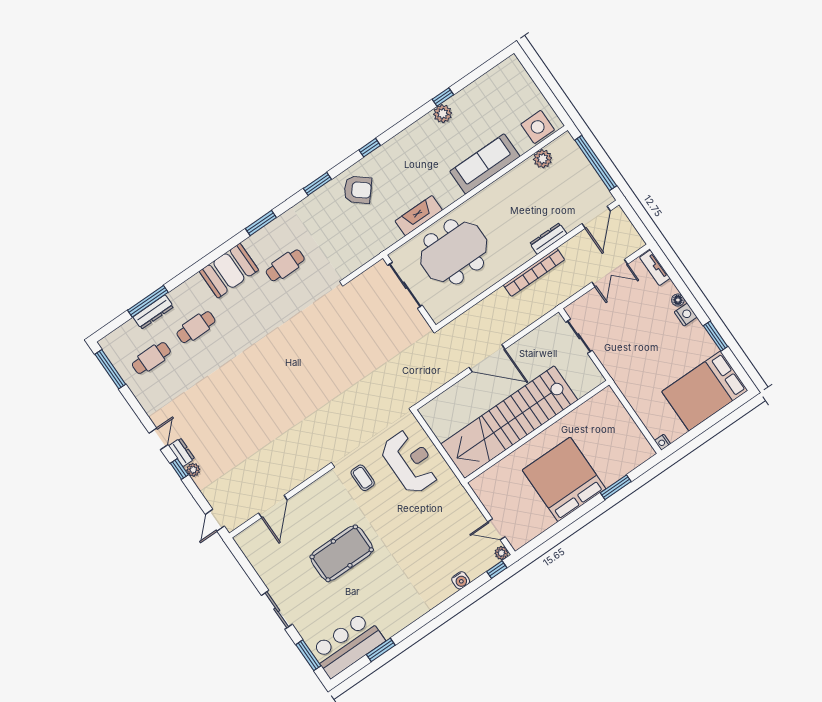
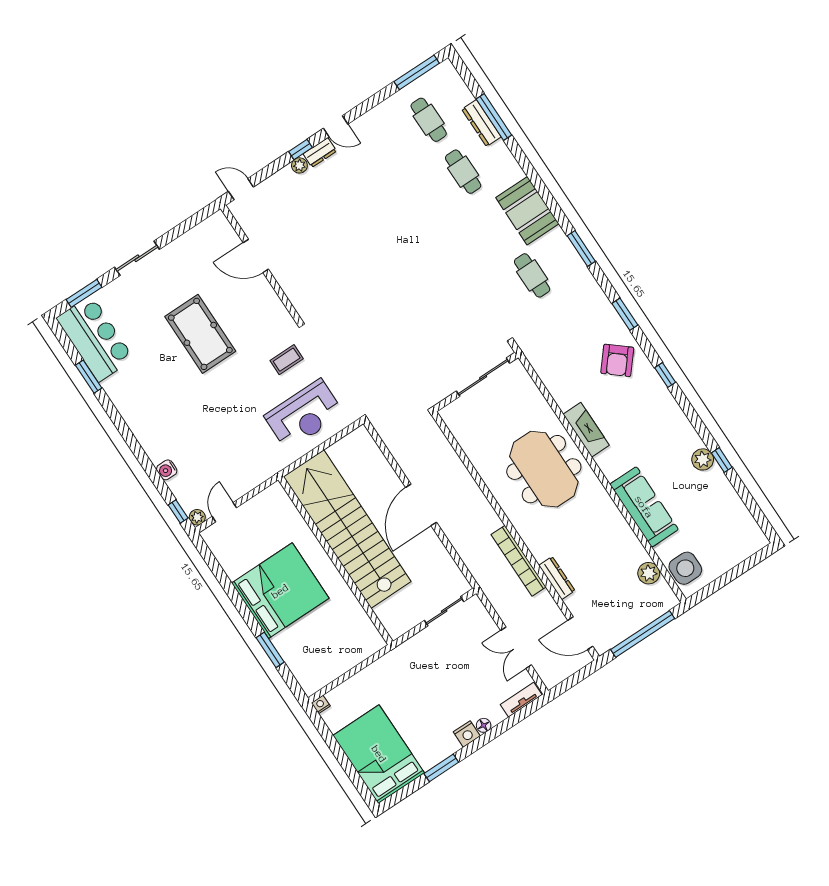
sliding door: (405, 285) -> (483, 377), moved
wall: (409, 292) -> (476, 382), moved

